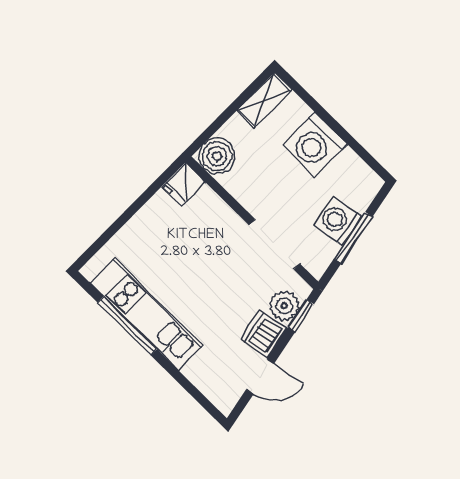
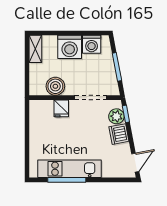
boiler: (217, 156) -> (55, 86), moved
fridge: (184, 184) -> (61, 108), moved
washing machine: (338, 221) -> (92, 44), moved, turned -79
door: (260, 377) -> (135, 163), moved

